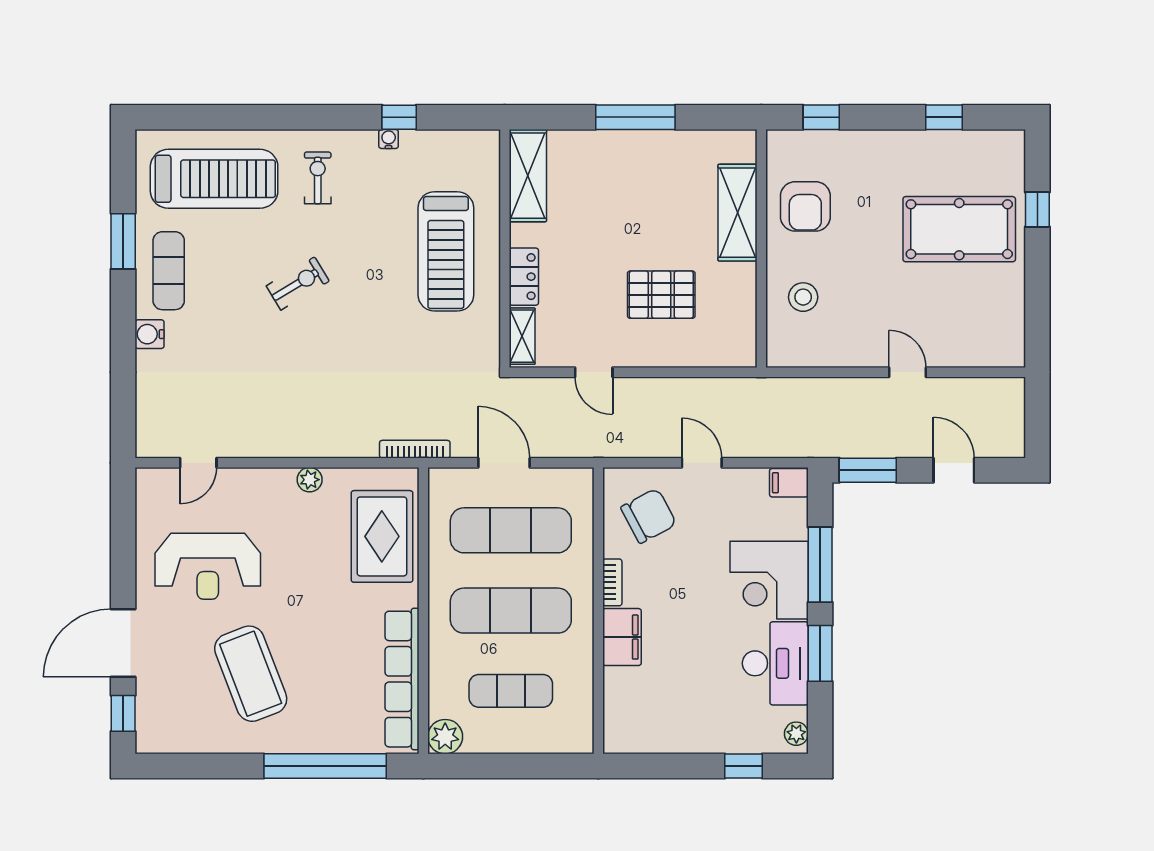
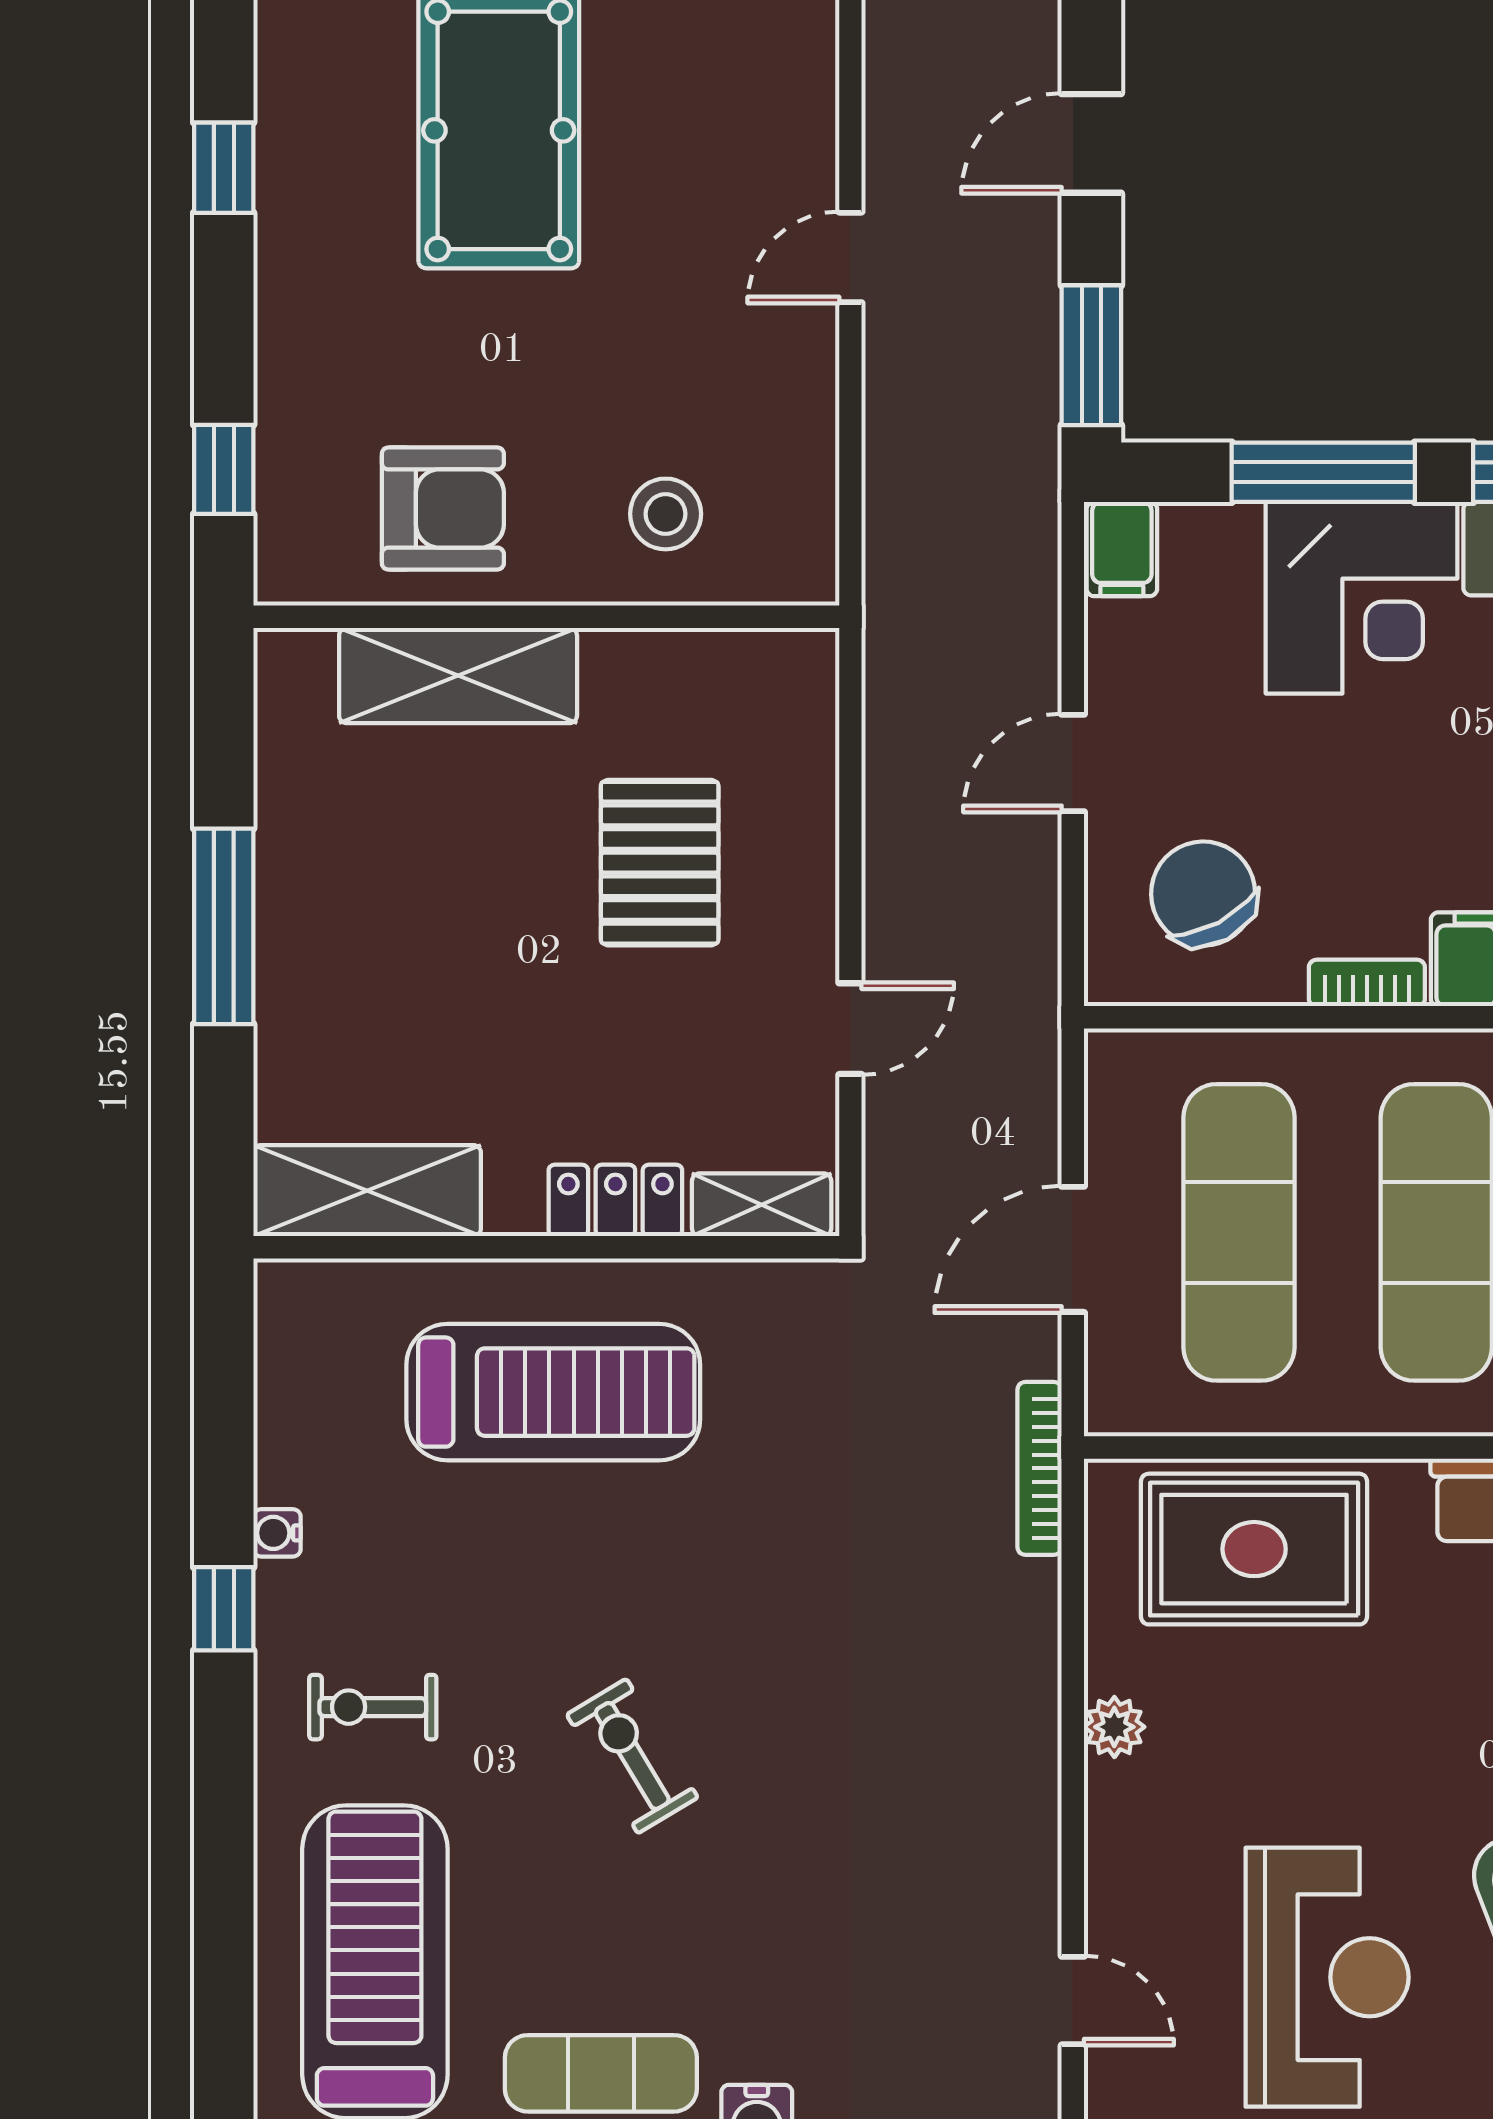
window: (399, 117) -> (224, 1609), moved

